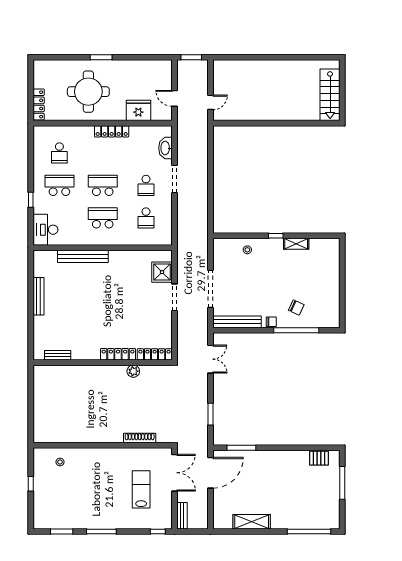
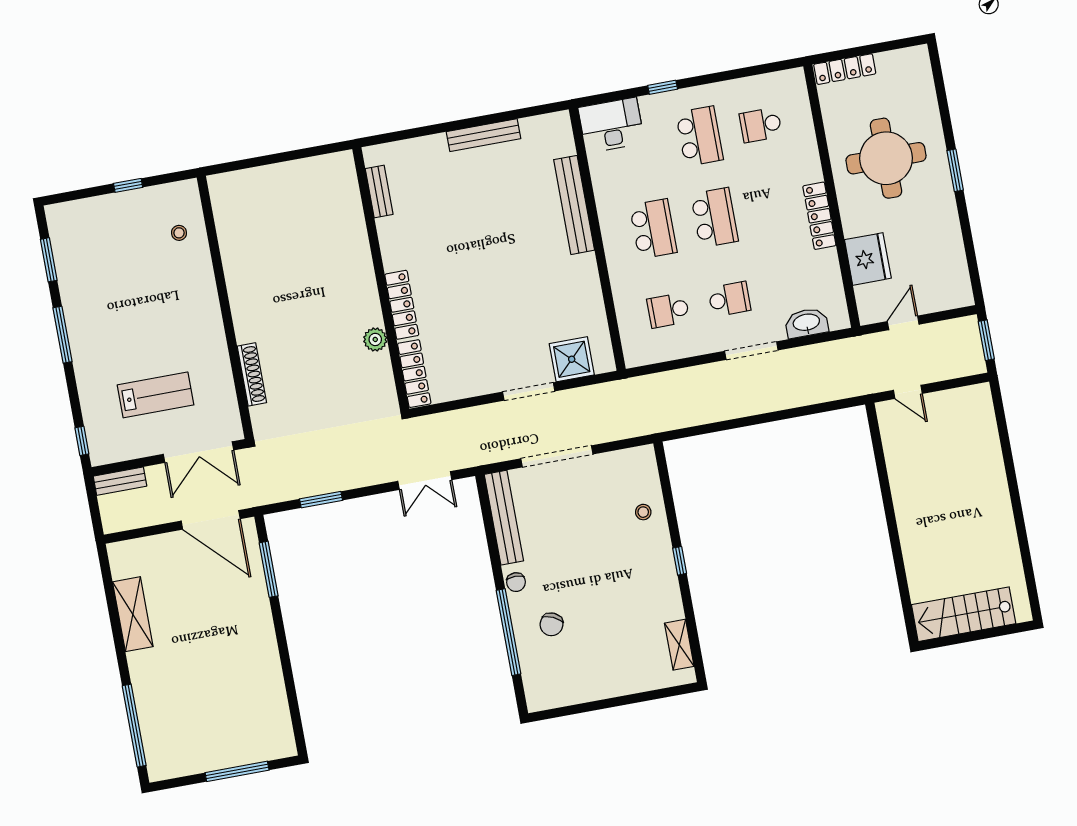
school desk: (146, 185) -> (729, 299), turned 180
shelving: (296, 244) -> (679, 645), moved
pallet: (319, 458) -> (276, 719), removed

